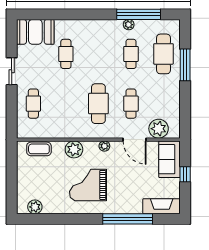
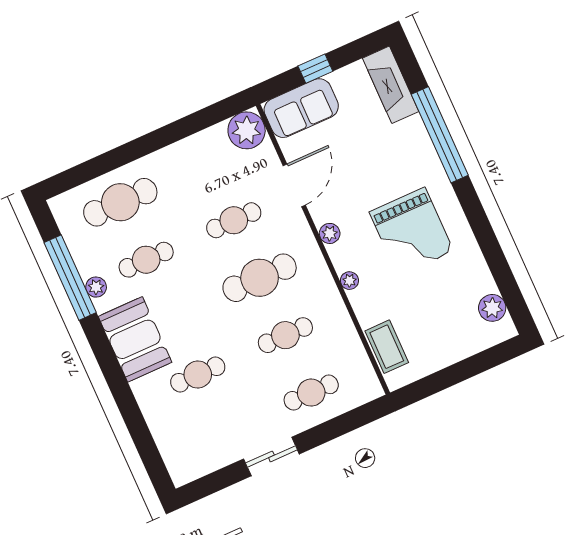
booth: (35, 32) -> (135, 339), moved
window: (185, 65) -> (122, 155), removed
cafe table: (66, 104) -> (285, 335), added
plant: (159, 129) -> (247, 130), moved
plant: (74, 149) -> (349, 281), width x0.53, depth x0.53

